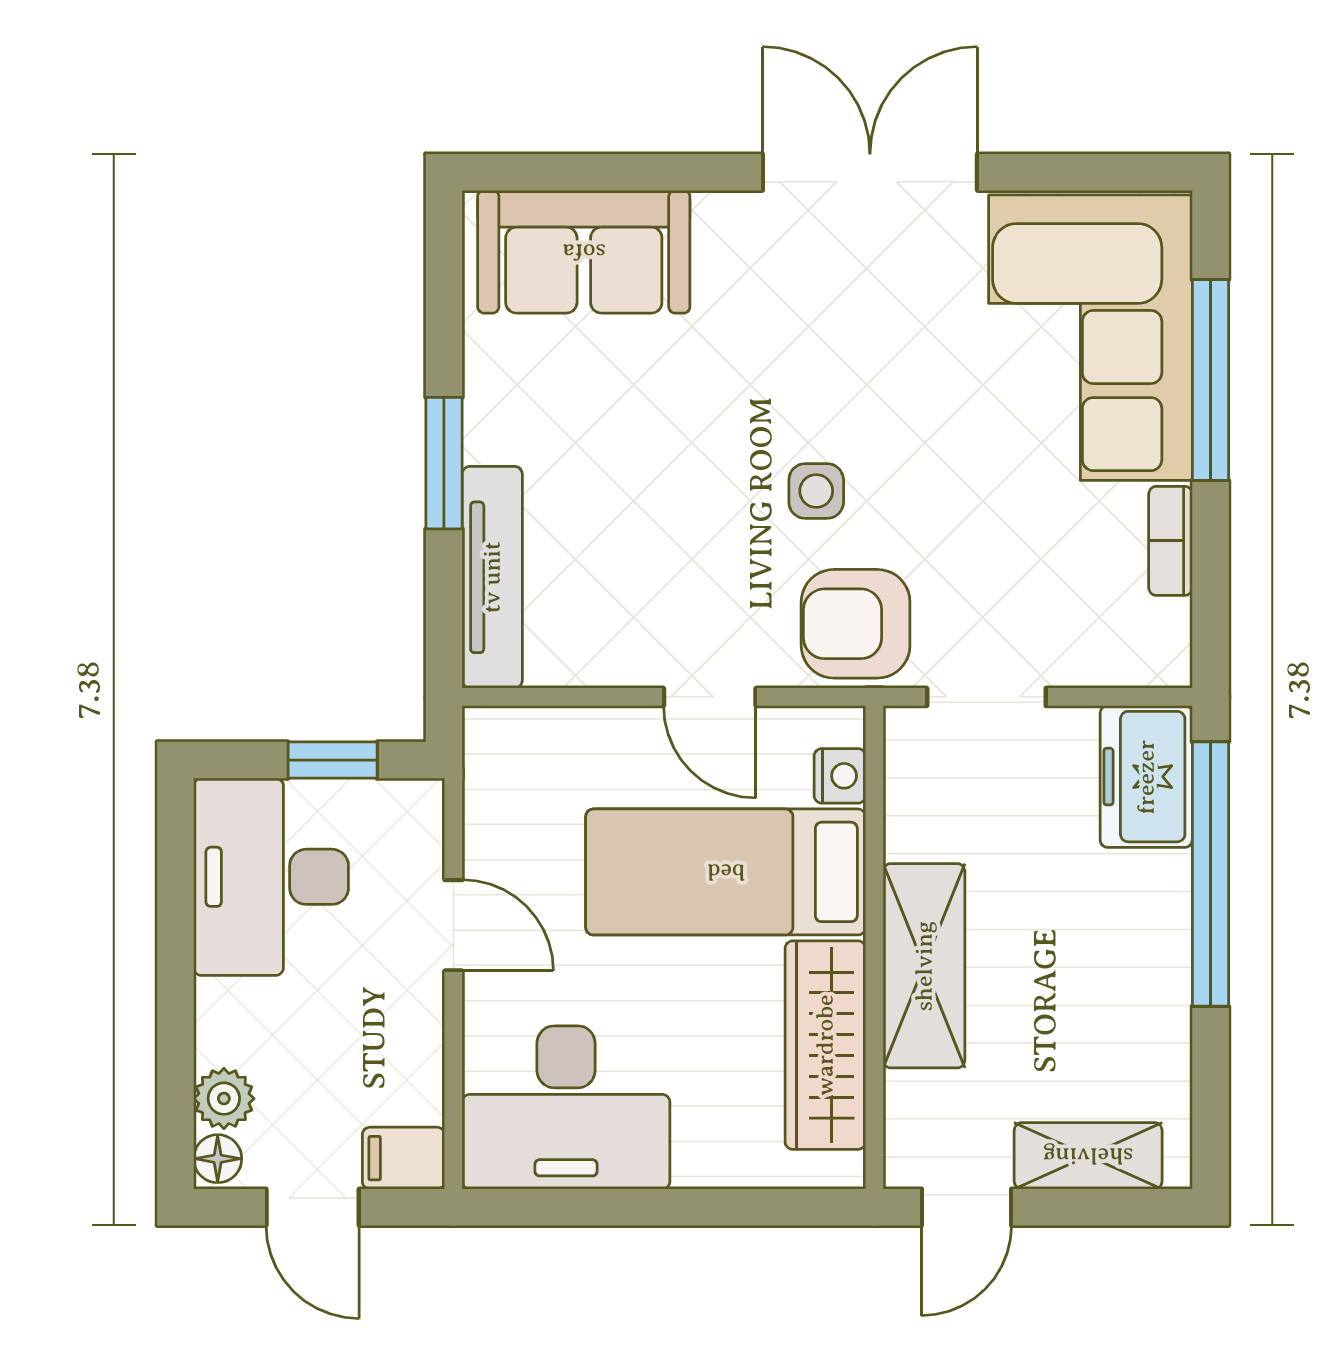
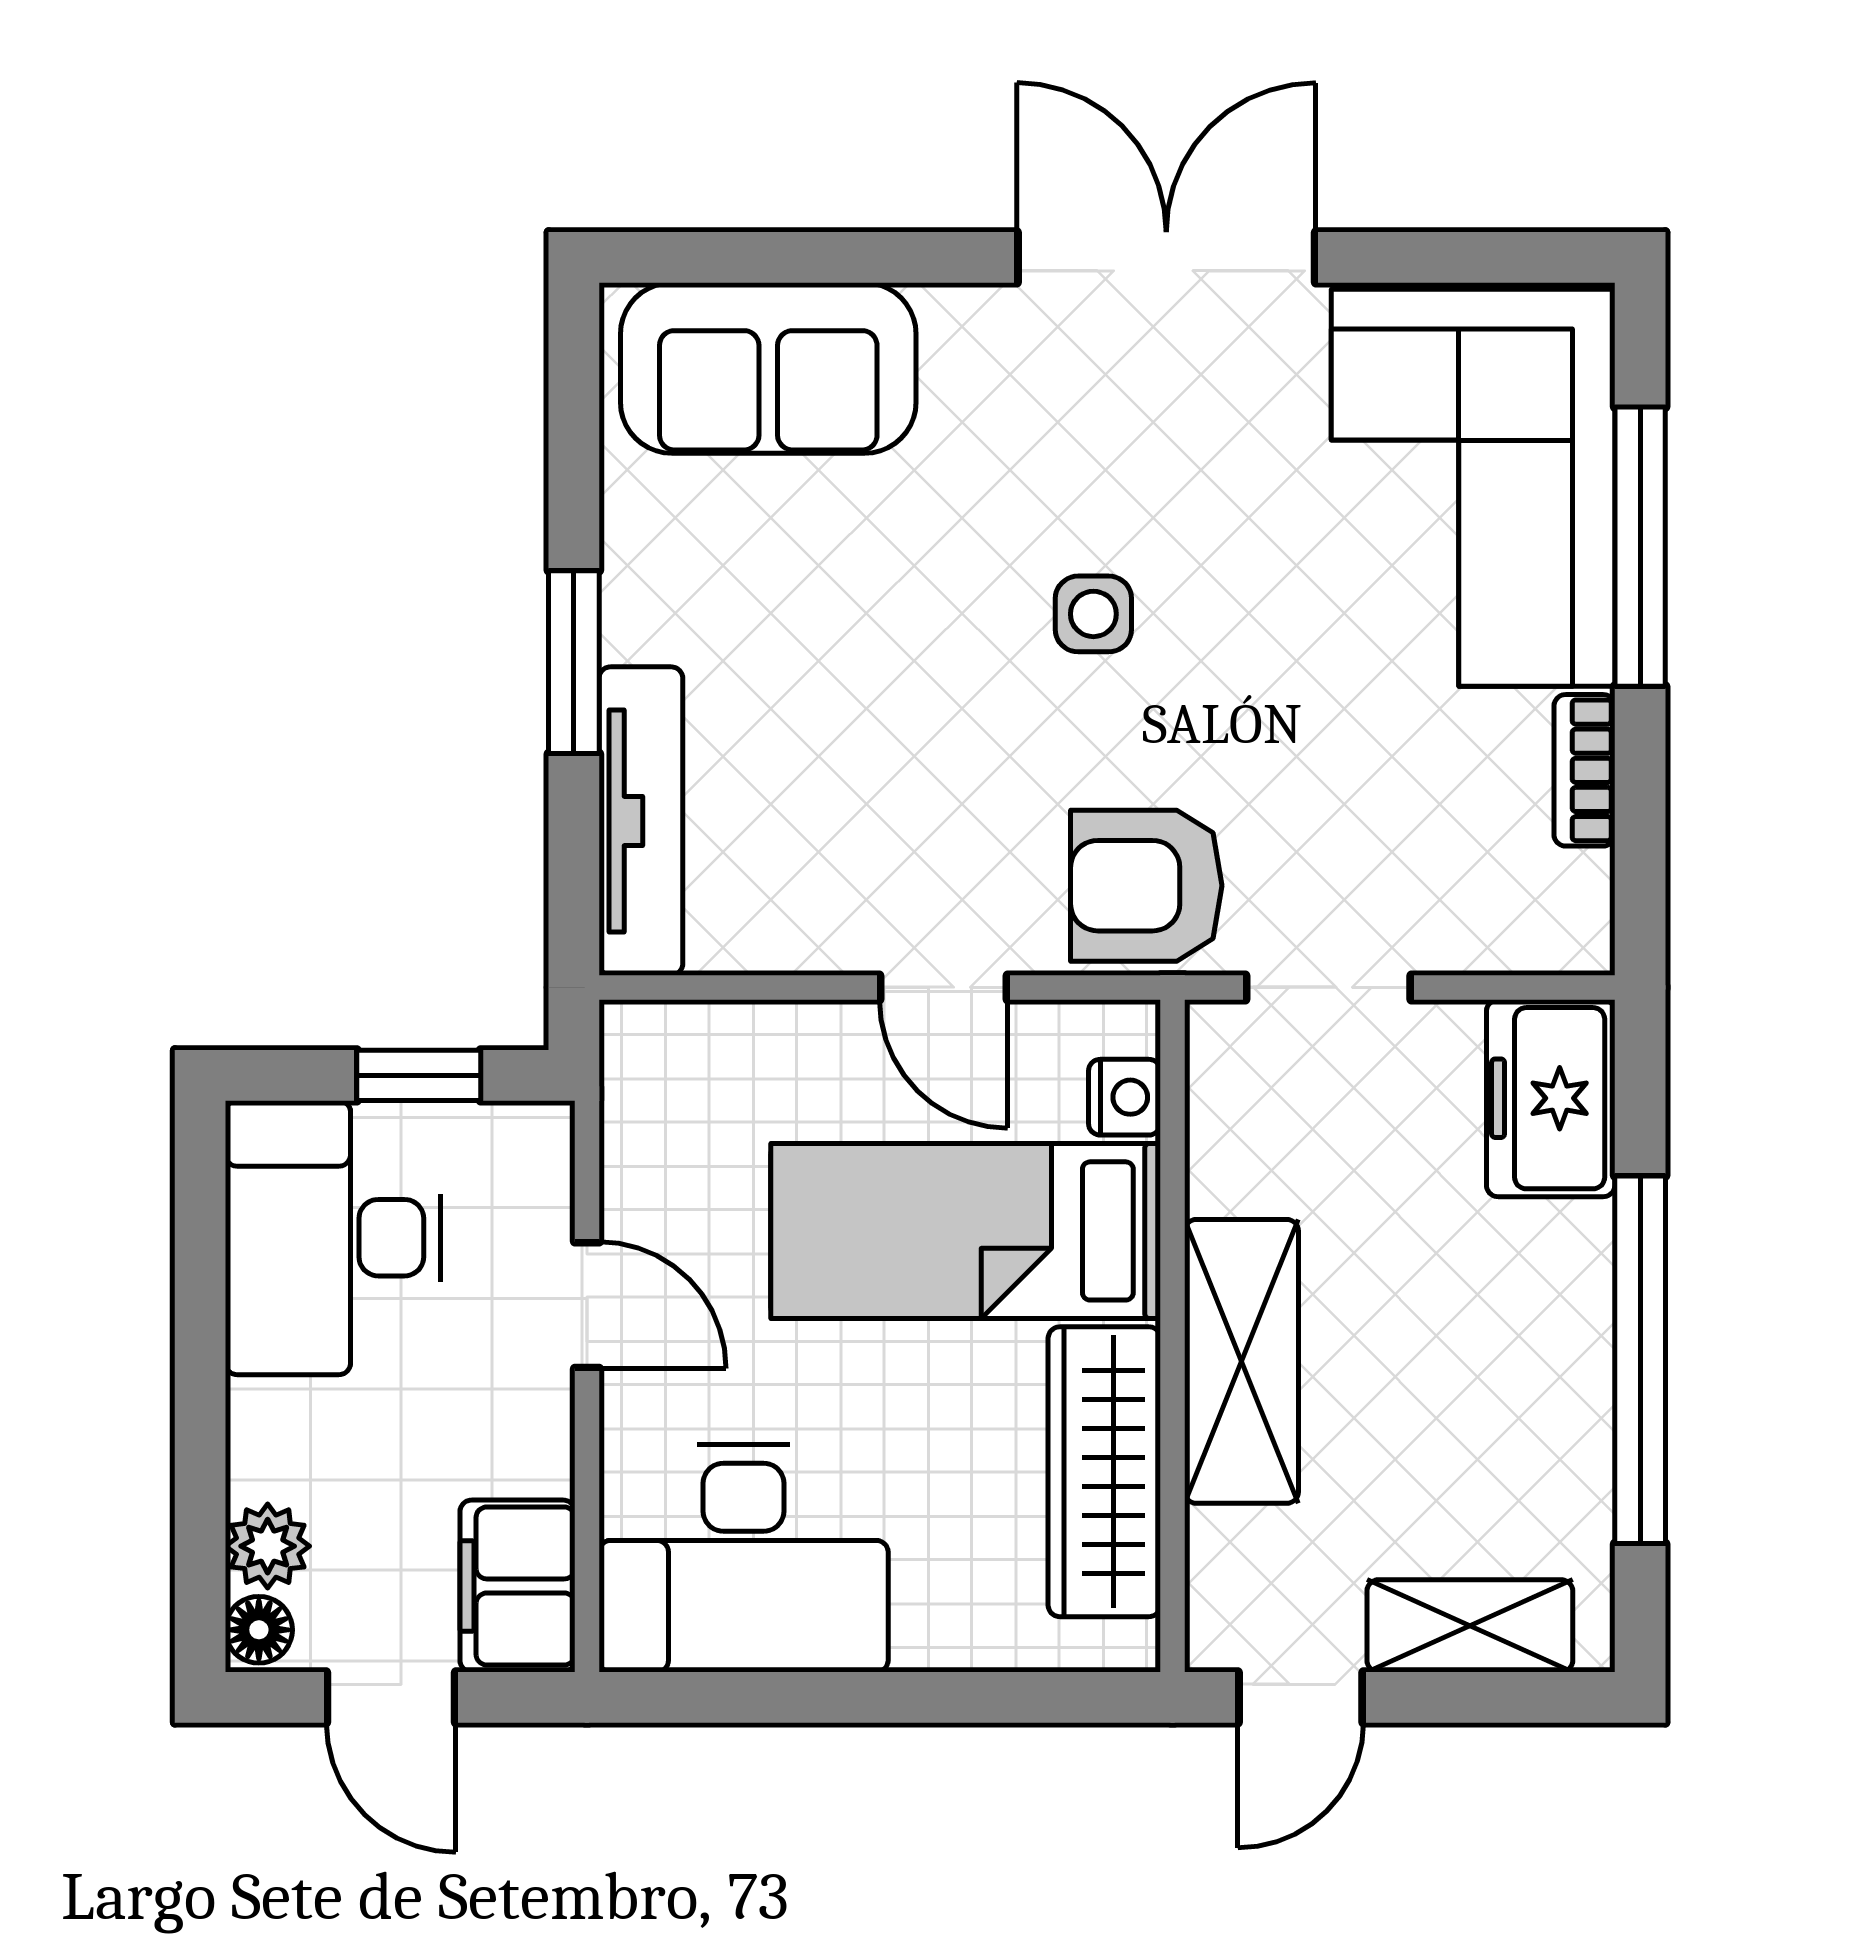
side table: (816, 491) -> (1093, 614), moved
window: (1210, 874) -> (1640, 1360), moved
filing cabinet: (403, 1158) -> (517, 1586), width x2.00

